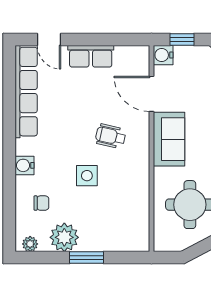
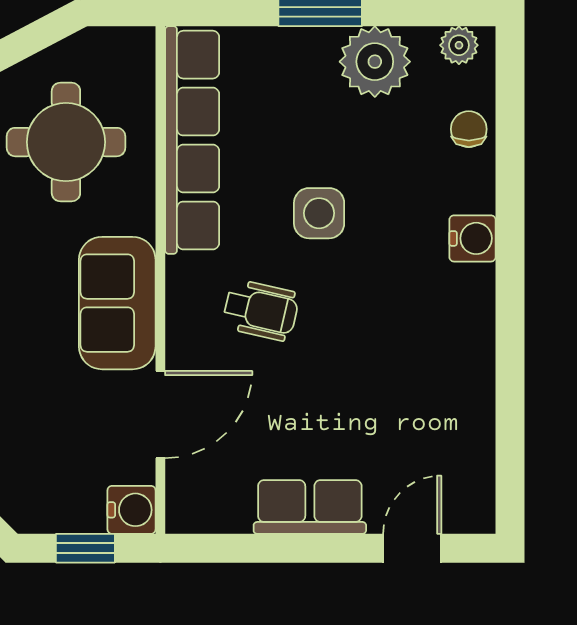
door: (49, 39) -> (412, 548), hinge flipped
row of seats: (26, 92) -> (192, 140), moved, turned 180
door: (151, 94) -> (160, 415), hinge flipped
chair: (41, 203) -> (469, 129), moved, turned 90

